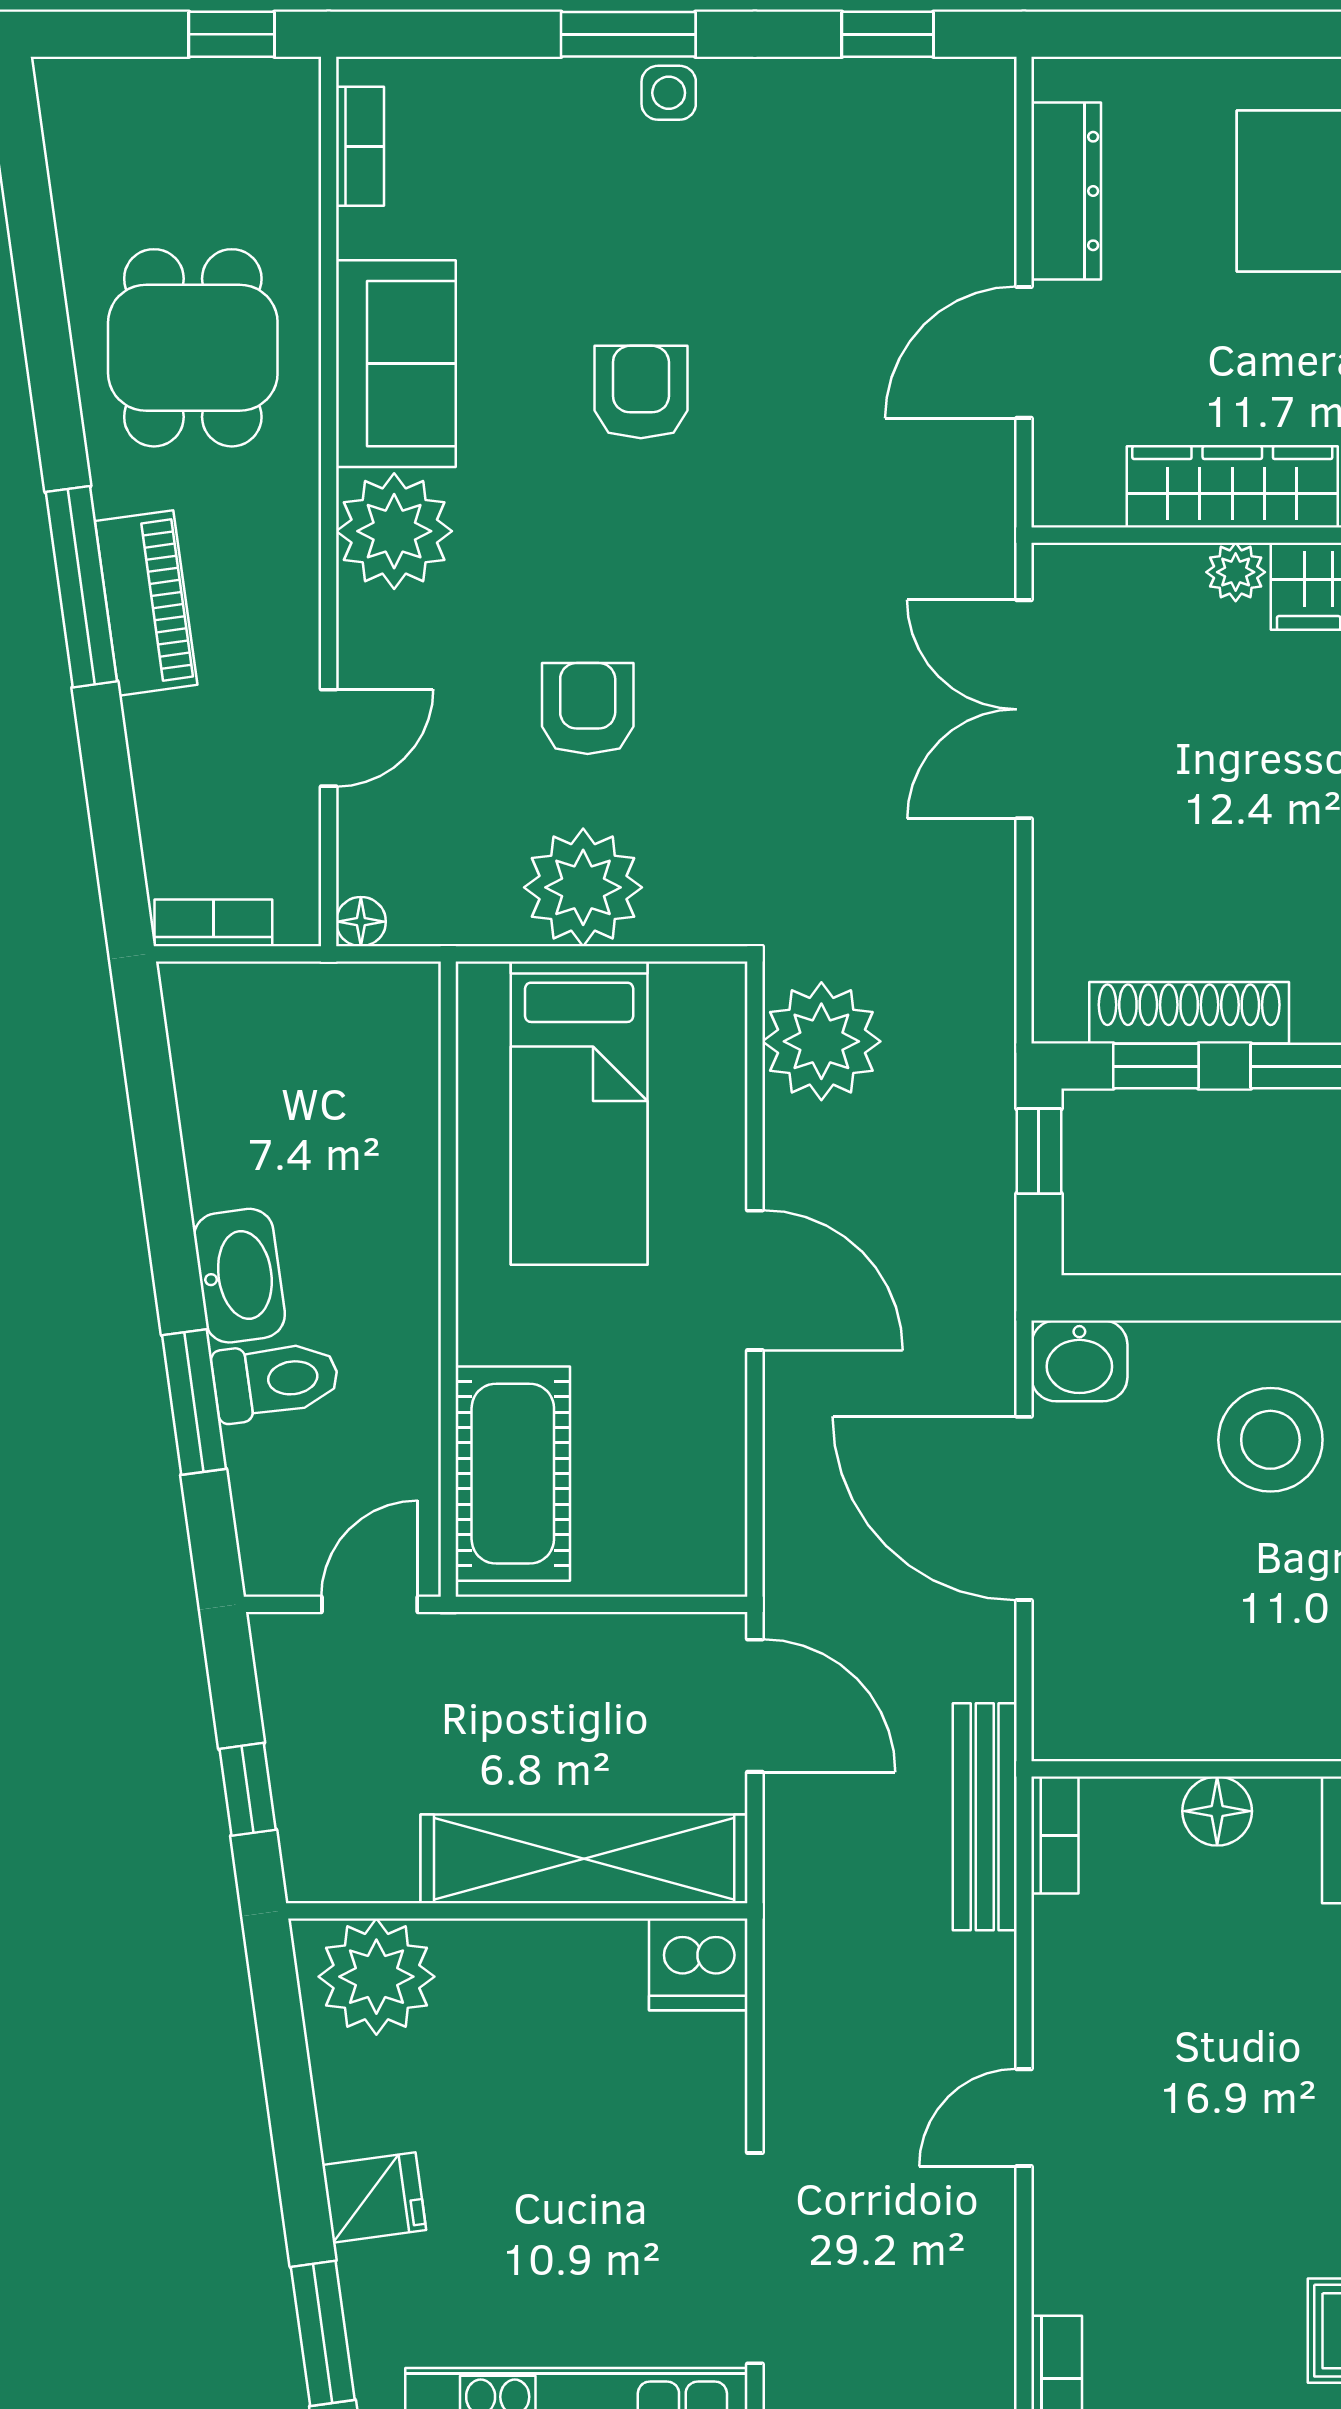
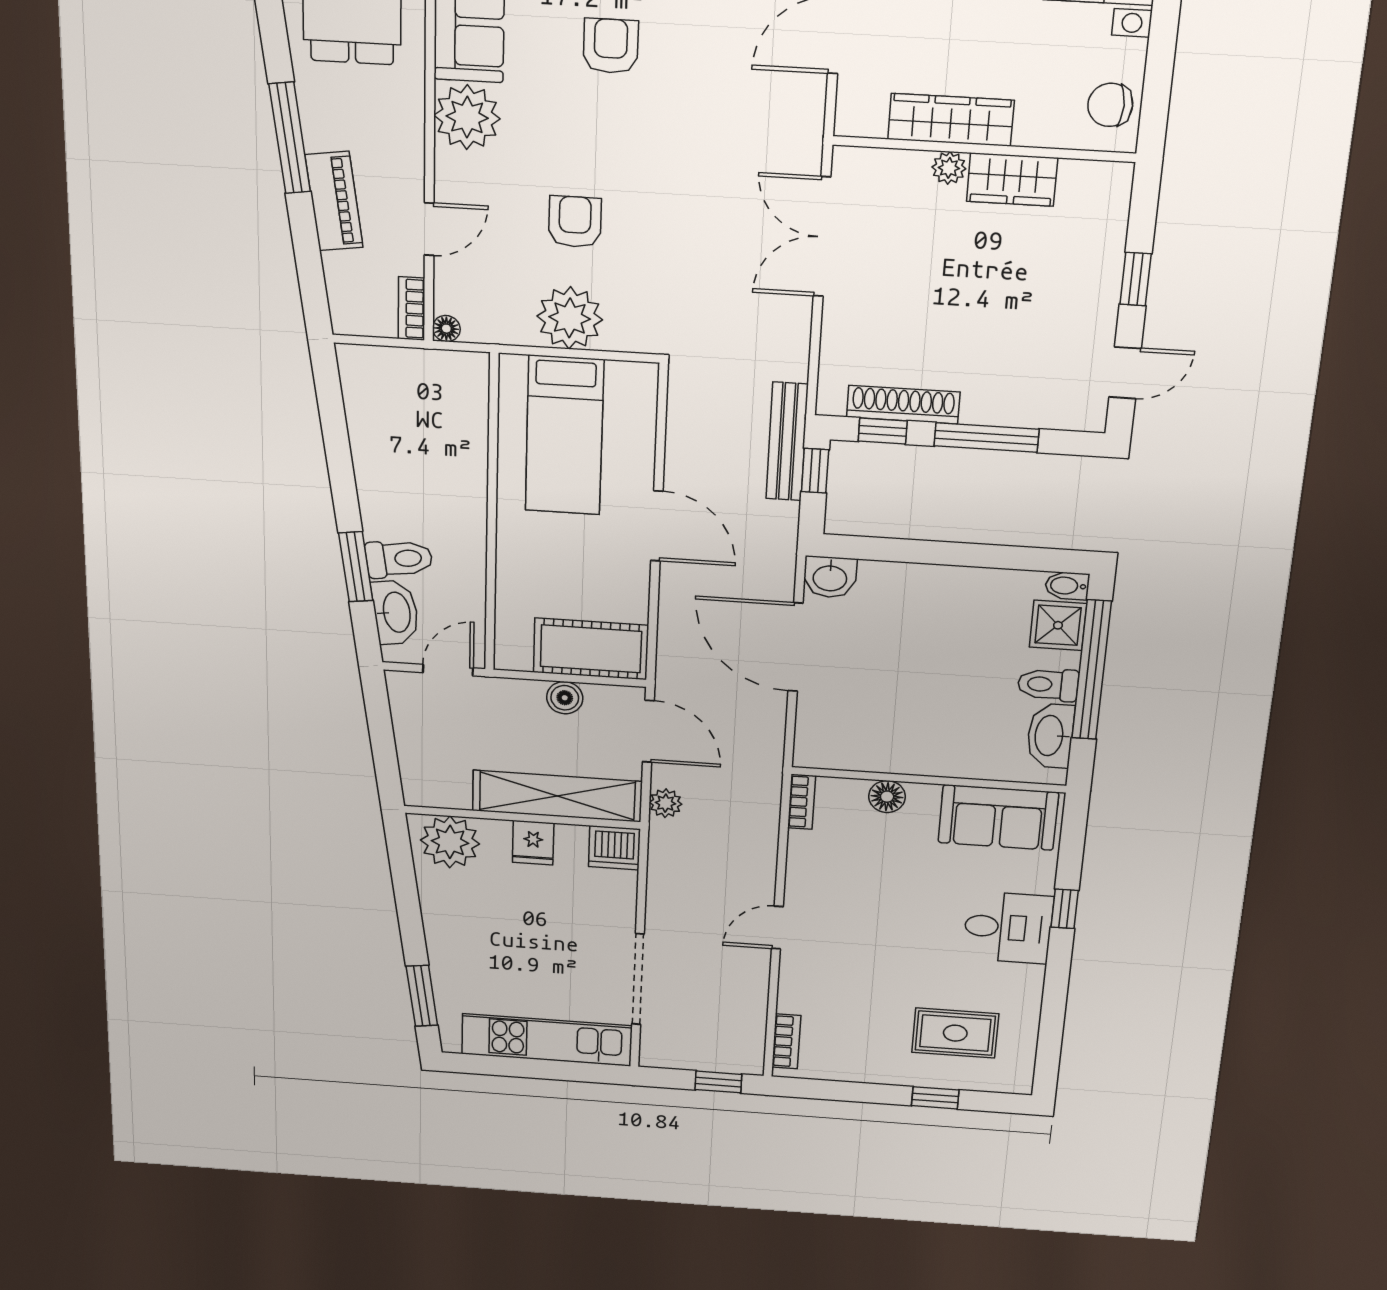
piano: (146, 603) -> (334, 201), moved
bookcase: (213, 923) -> (411, 308), moved, turned -90
plant: (821, 1041) -> (666, 803), moved, width x0.53, depth x0.53
washbasin: (239, 1276) -> (396, 612), moved
stool: (1270, 1440) -> (930, 623), removed
cot: (513, 1474) -> (591, 649), moved, turned 90
boiler: (593, 1646) -> (565, 698), added
window: (248, 1789) -> (384, 752), removed
bench: (985, 1817) -> (787, 442), moved
fridge: (374, 2198) -> (533, 843), moved, turned 98

